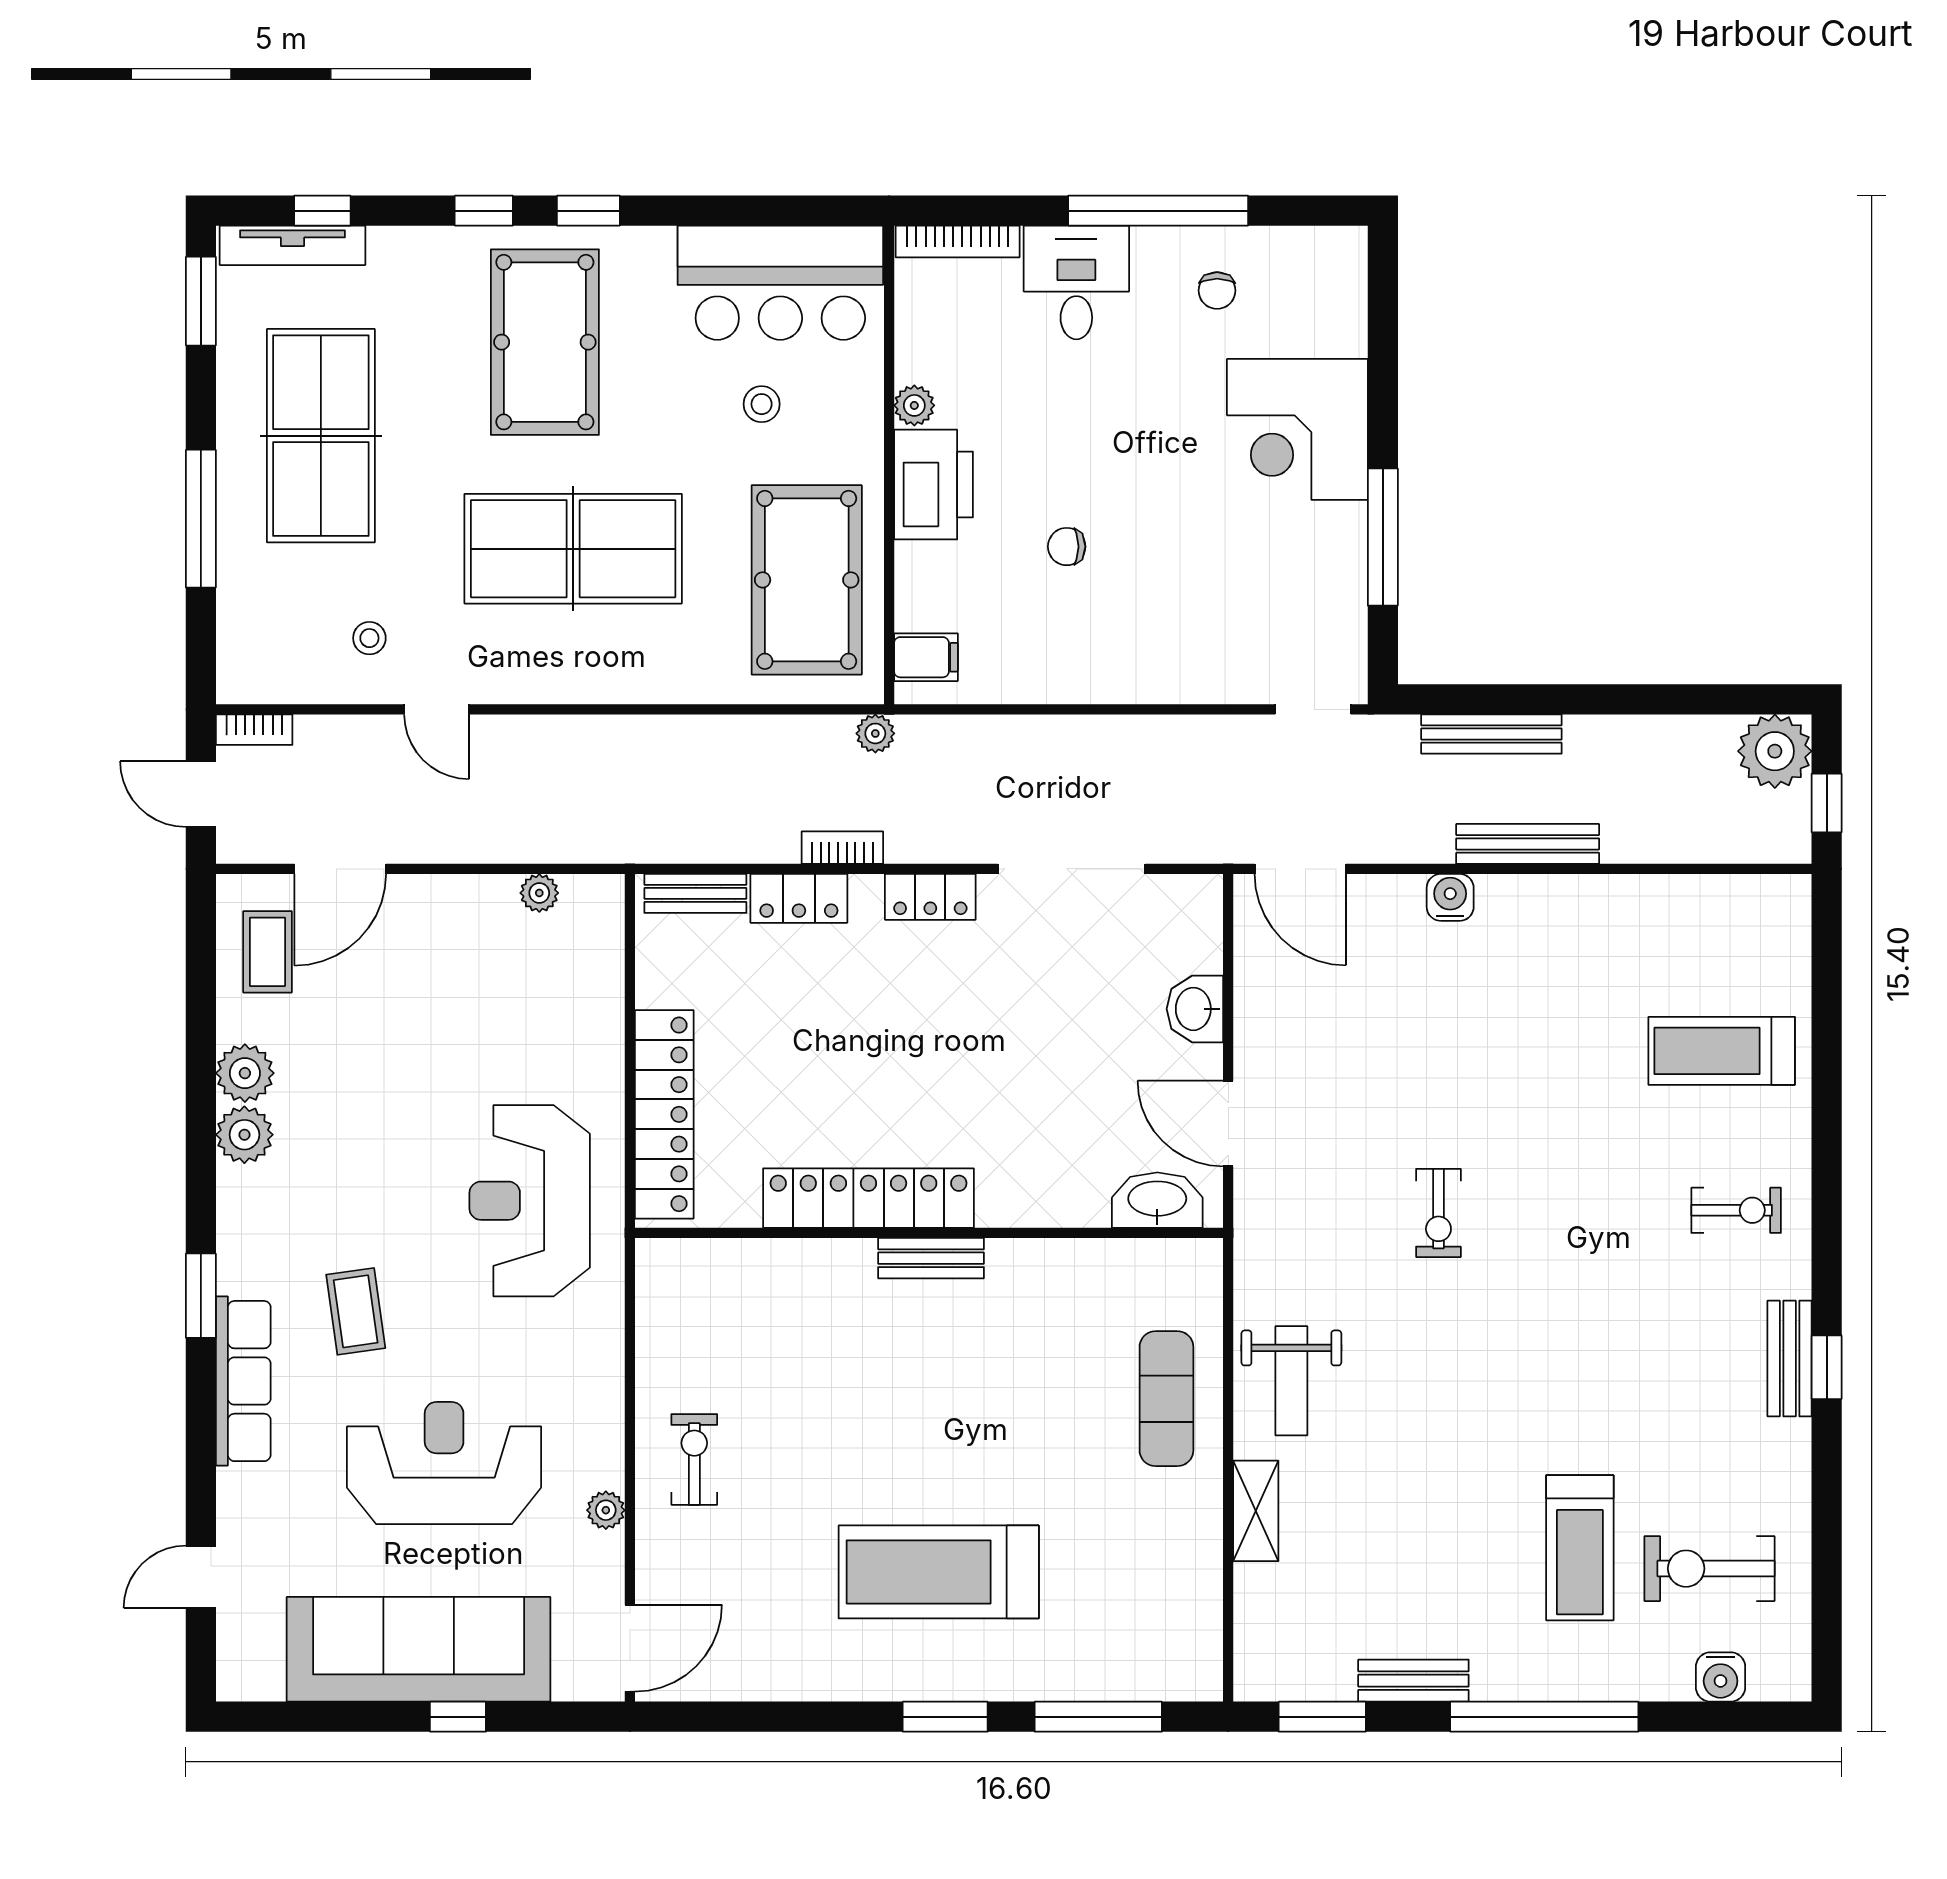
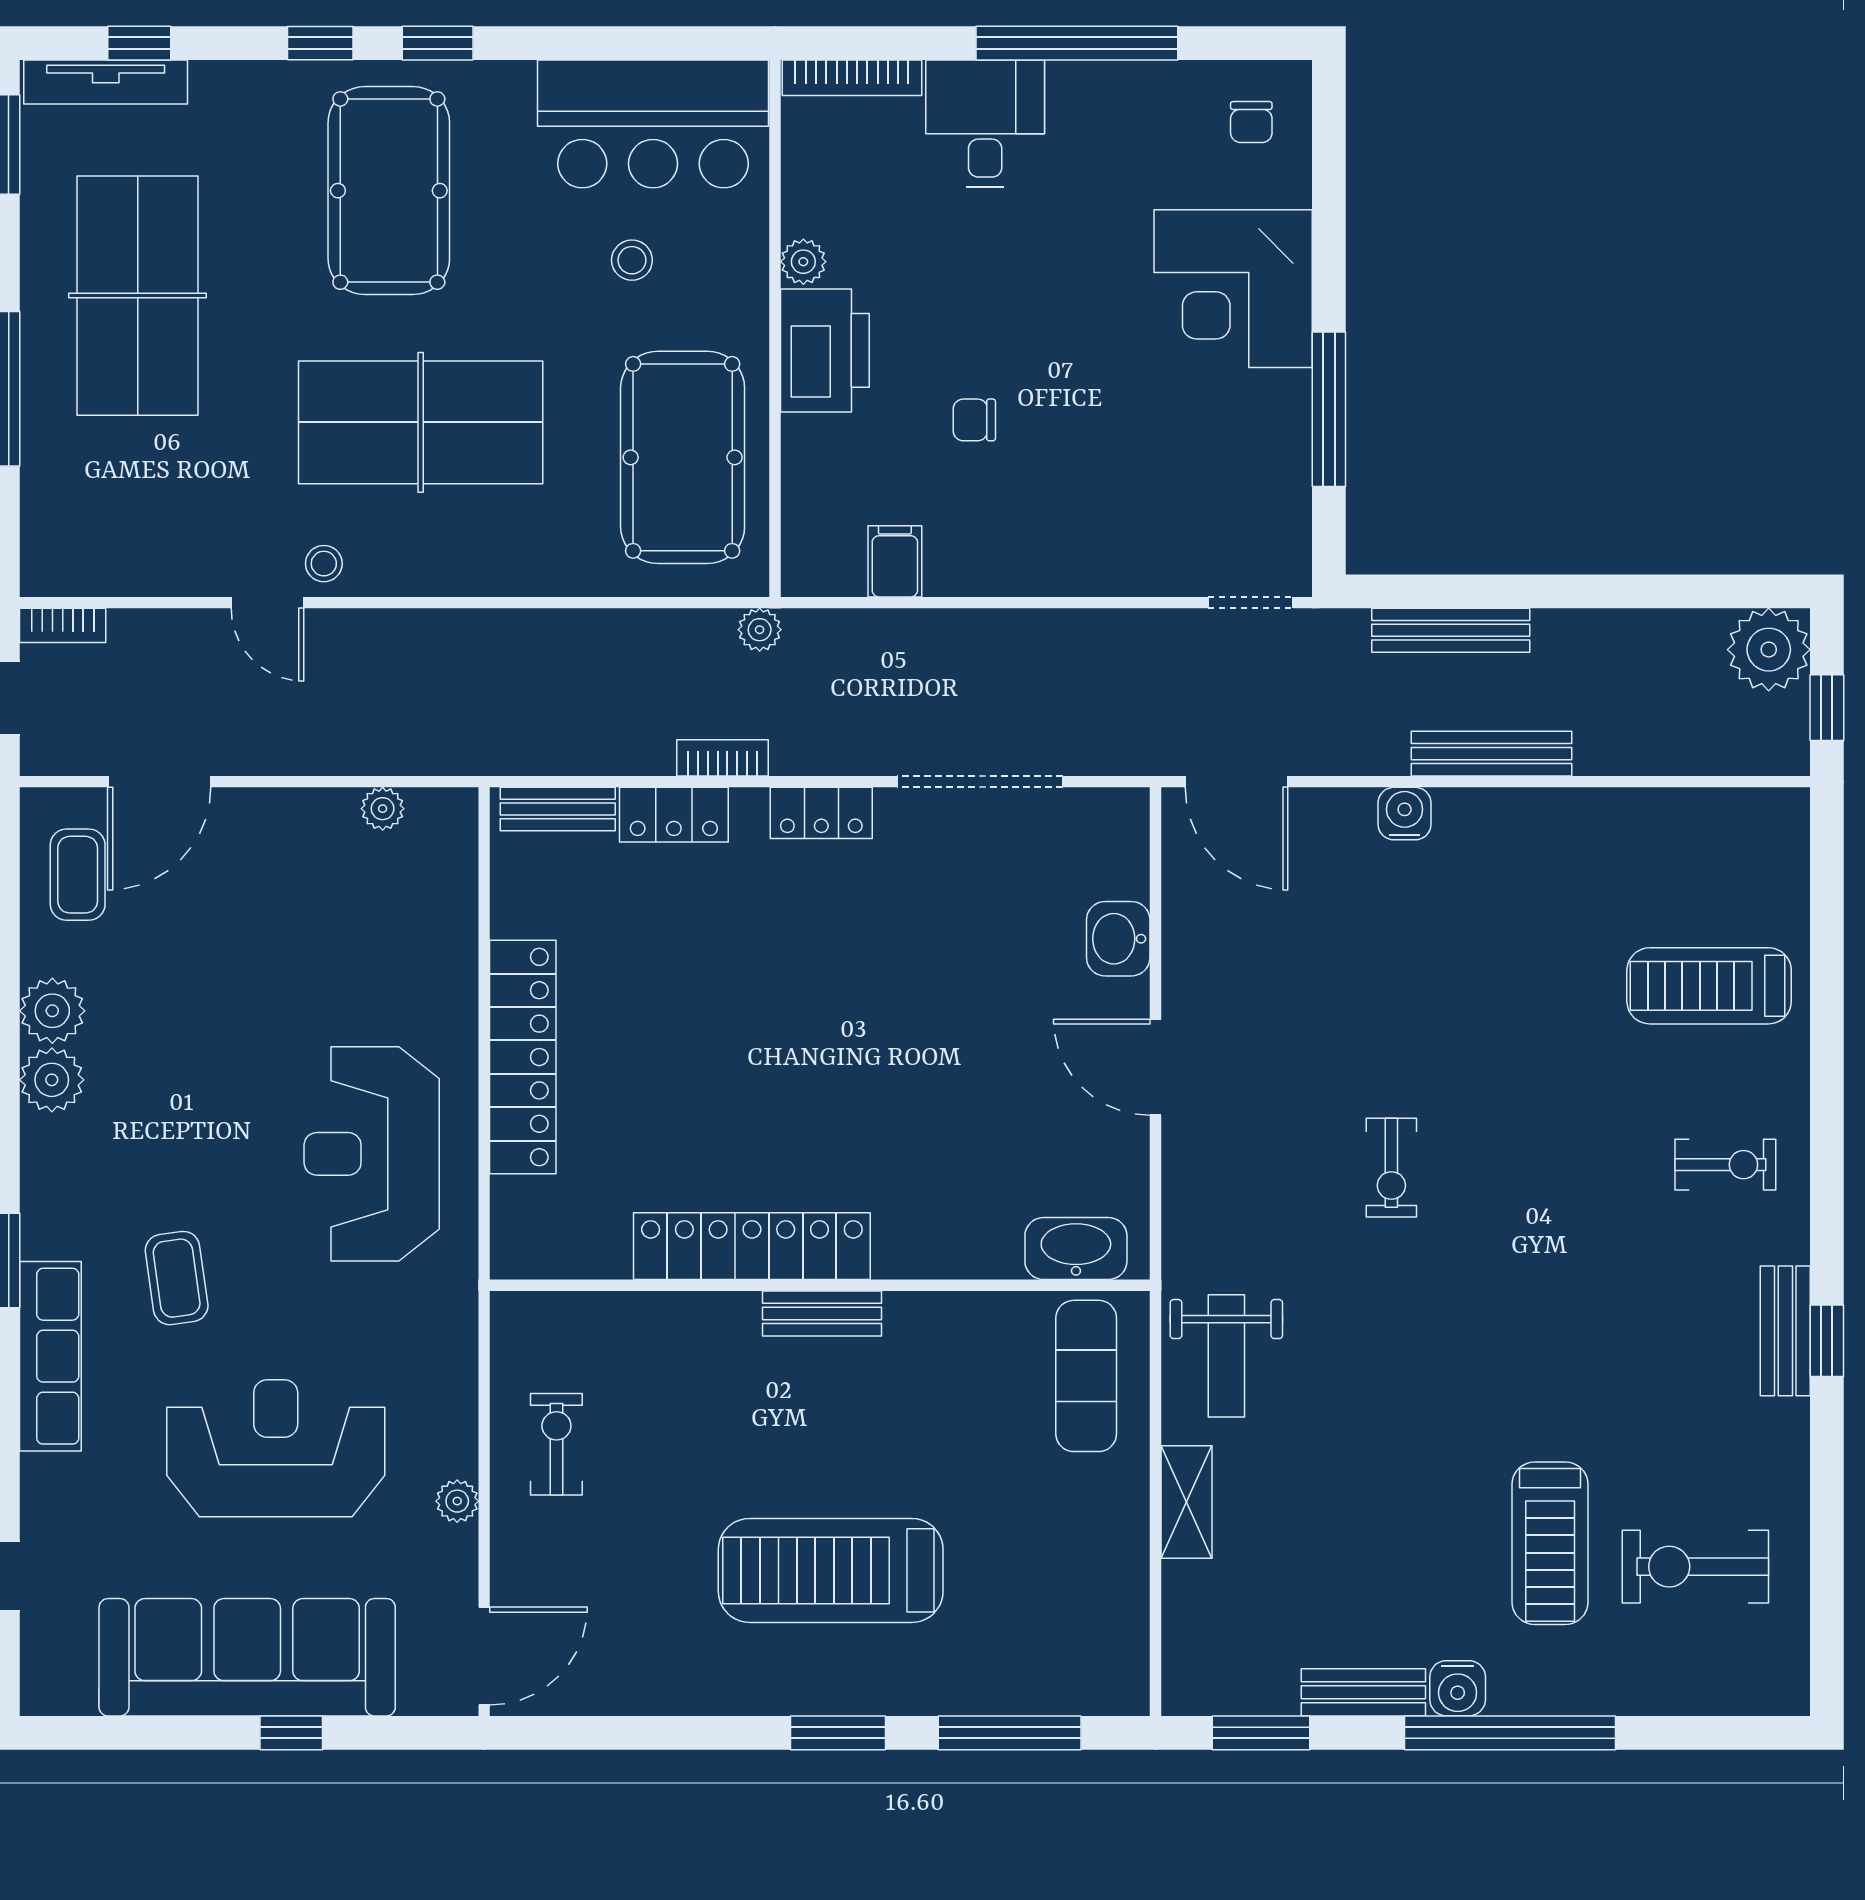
chair: (1217, 290) -> (1251, 122), moved
stool: (369, 638) -> (324, 564), moved
filing cabinet: (926, 657) -> (895, 561), moved, turned -90
locker: (868, 1198) -> (752, 1246), moved
washbasin: (1157, 1200) -> (1076, 1248), moved
wall: (929, 1233) -> (820, 1285), moved
bench: (931, 1258) -> (822, 1313), moved
water cooler: (1721, 1677) -> (1458, 1688), moved

